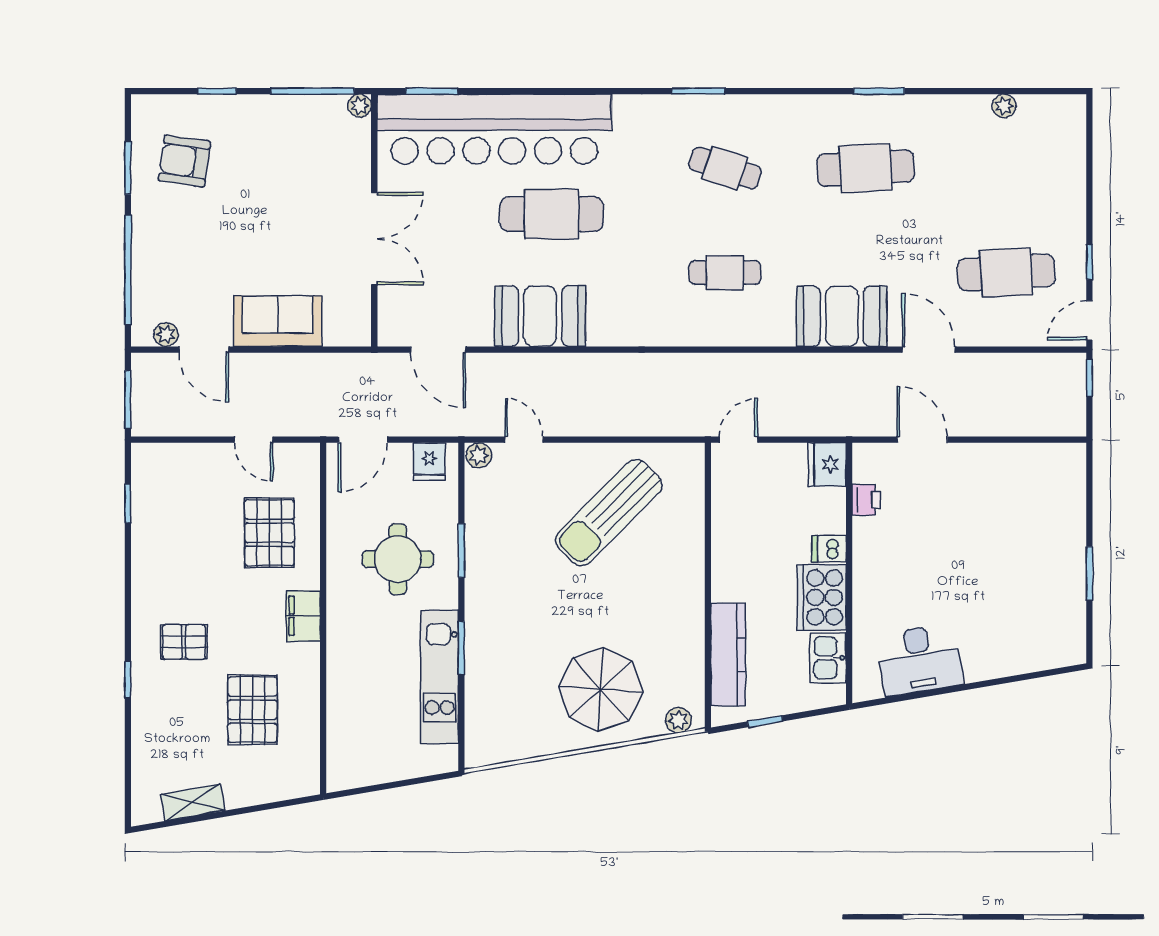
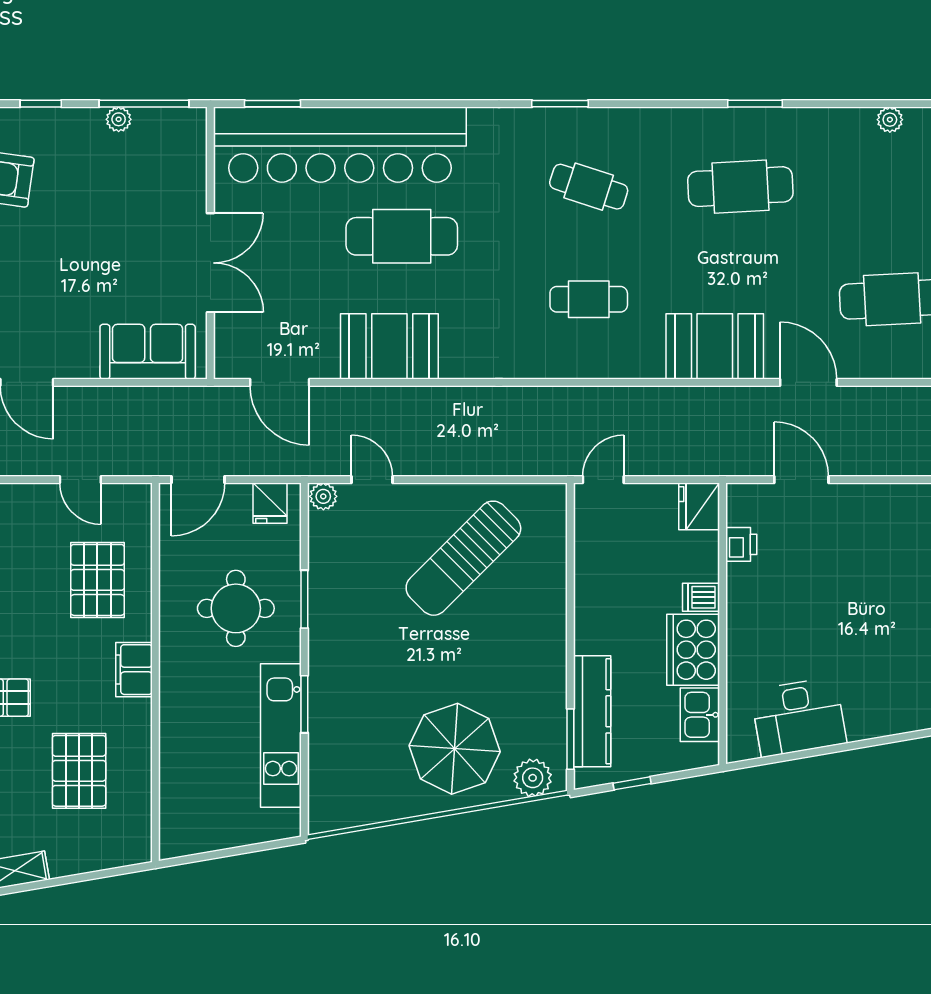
plant: (360, 106) -> (119, 119), moved
sofa: (278, 321) -> (148, 352), moved
window: (708, 680) -> (570, 739), added
plant: (678, 720) -> (533, 778), width x1.38, depth x1.38

